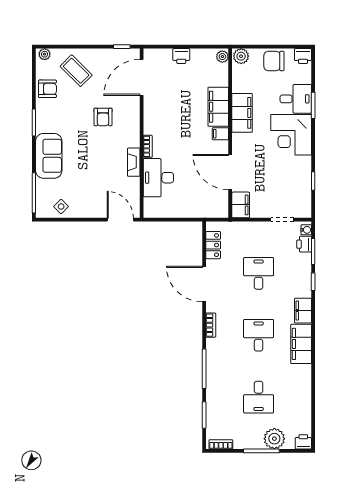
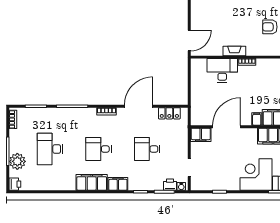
desk: (259, 273) -> (147, 149), turned 180
desk: (259, 335) -> (99, 149), turned 180
desk: (259, 397) -> (50, 149), width x1.37

